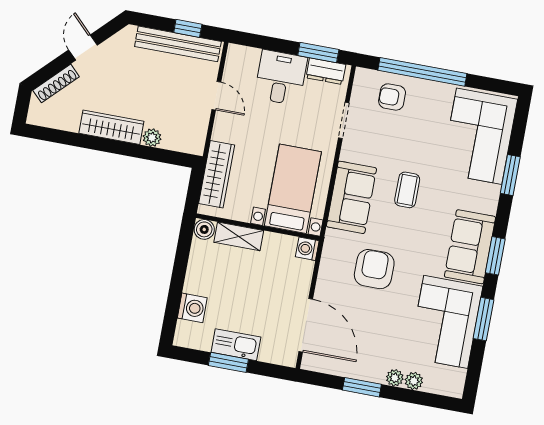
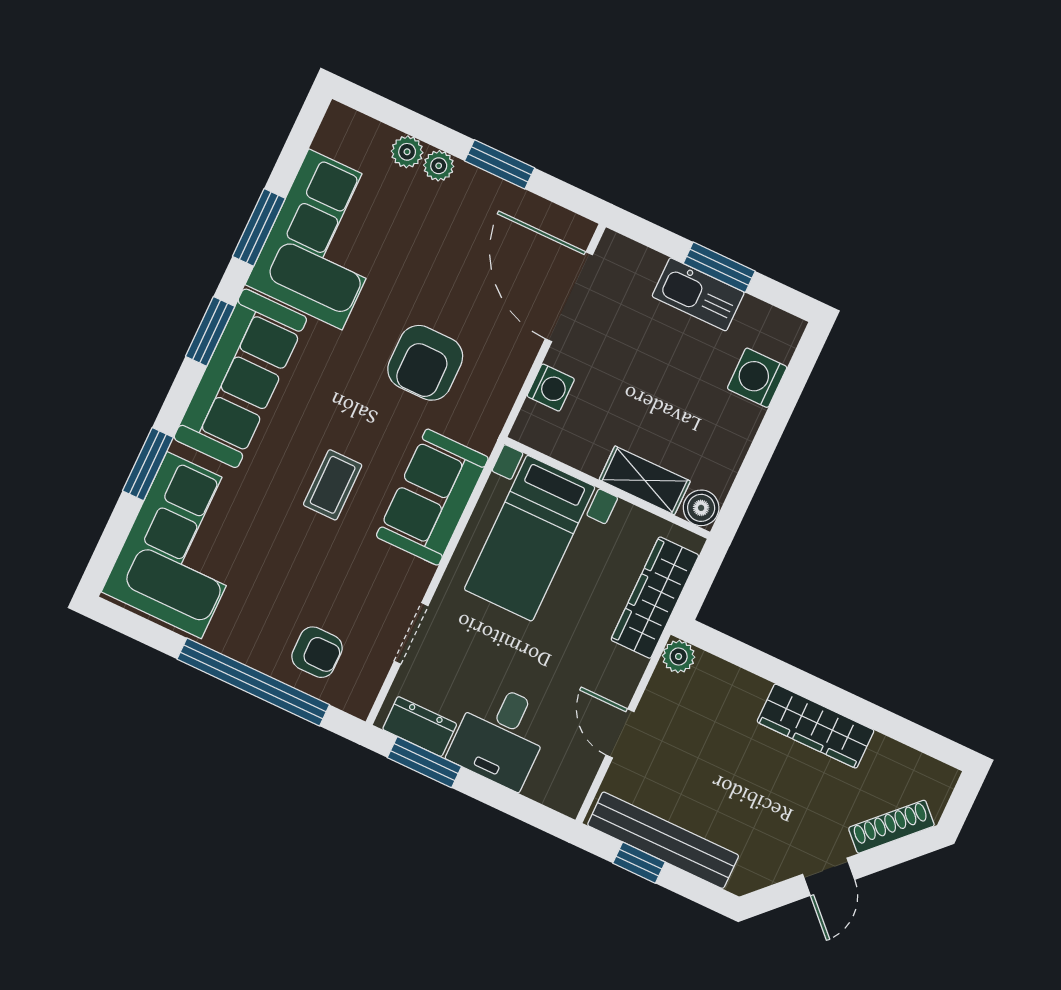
plant: (152, 138) -> (679, 656), moved
sofa: (470, 247) -> (240, 378), width x1.36
washing machine: (307, 249) -> (551, 388), moved

